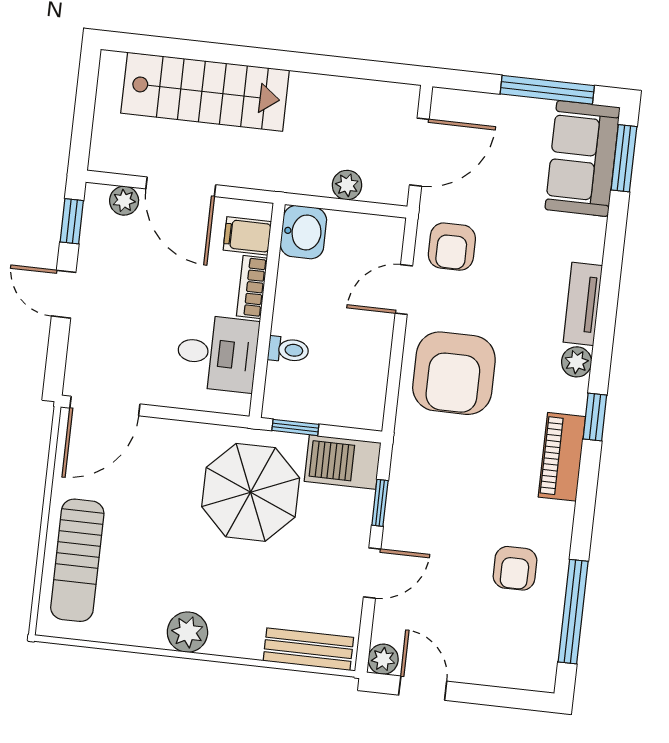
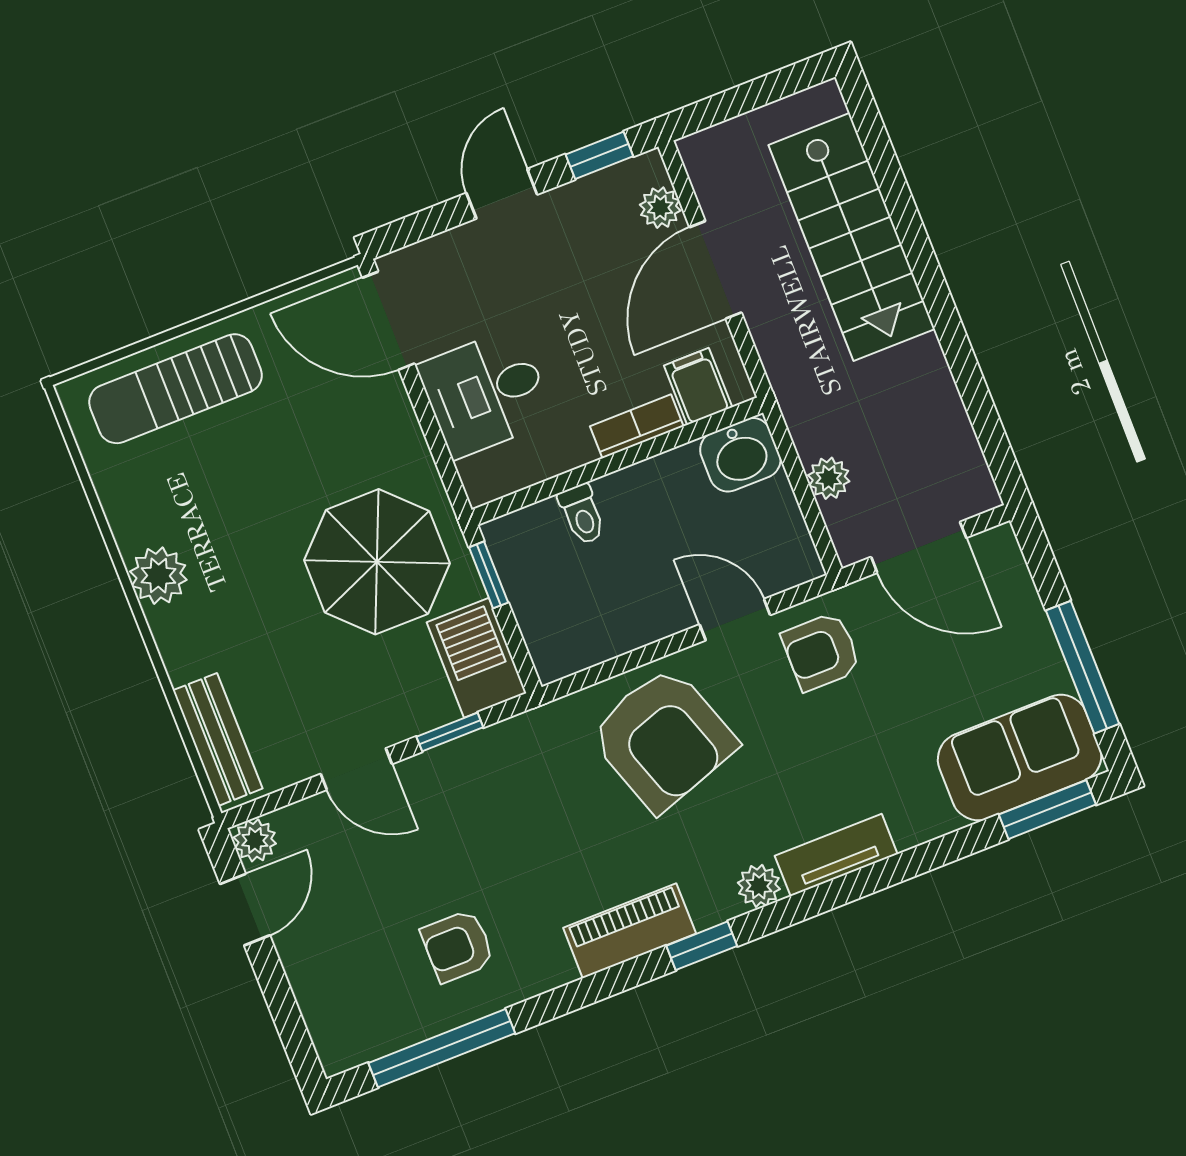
desk: (217, 353) -> (486, 393), moved, turned 90
armchair: (454, 373) -> (663, 739), turned -109

